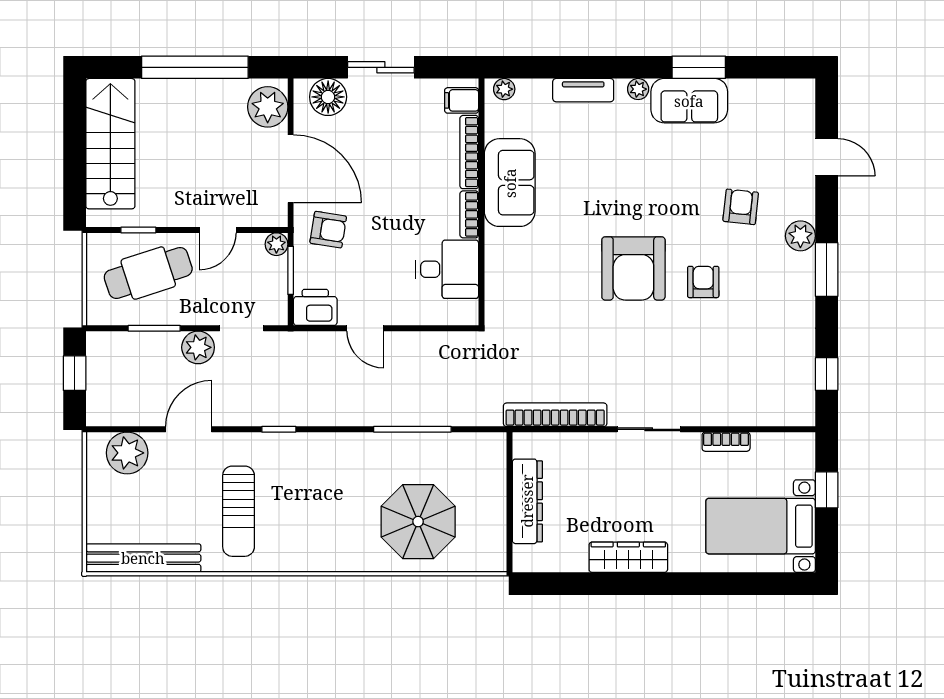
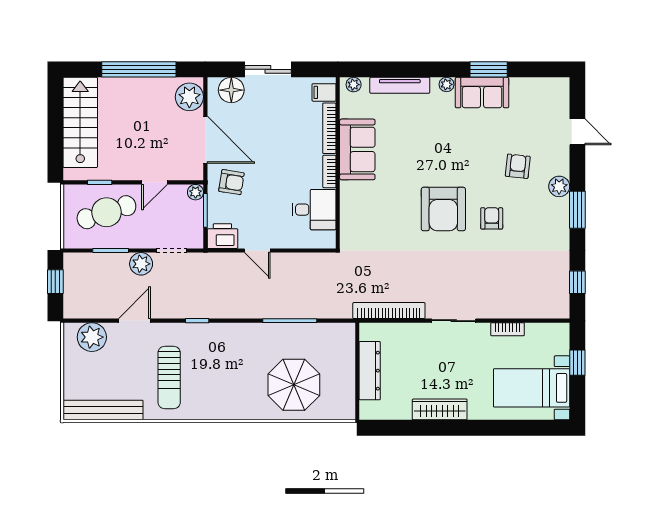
tv unit: (583, 90) -> (400, 85), width x1.41

